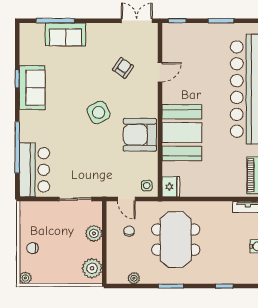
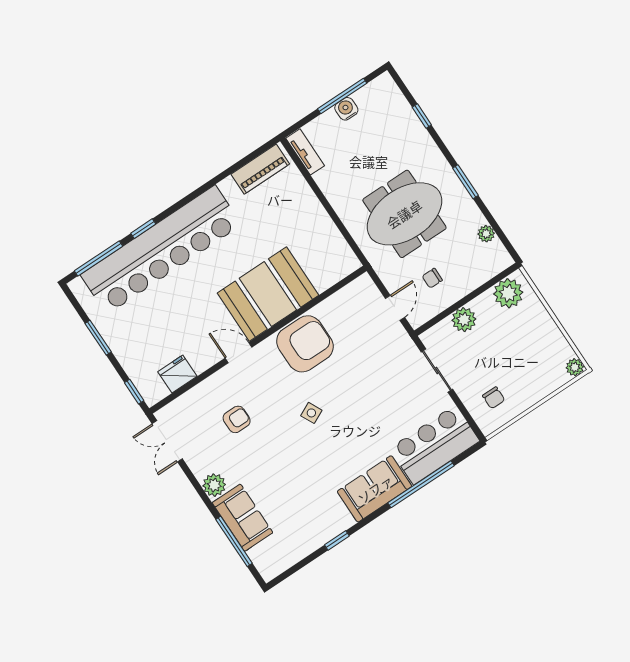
plant: (94, 31) -> (214, 485), added
armchair: (123, 68) -> (237, 419), turned 145
door: (160, 72) -> (238, 353), moved
sofa: (32, 88) -> (375, 489), moved
side table: (99, 112) -> (311, 413), width x0.54, depth x0.54
armchair: (140, 135) -> (305, 344), turned -90
side table: (147, 186) -> (362, 294), removed
fridge: (171, 187) -> (177, 374), moved
chair: (32, 248) -> (494, 398), moved

